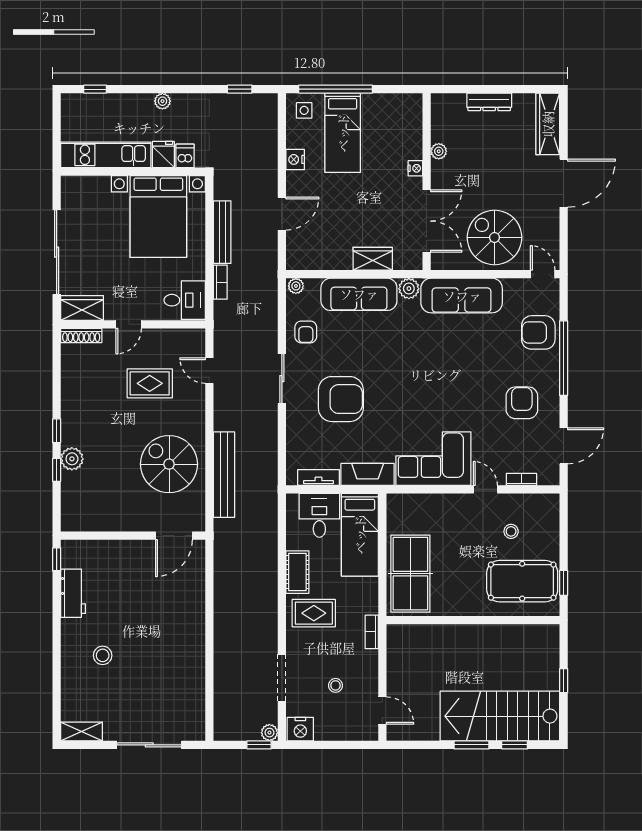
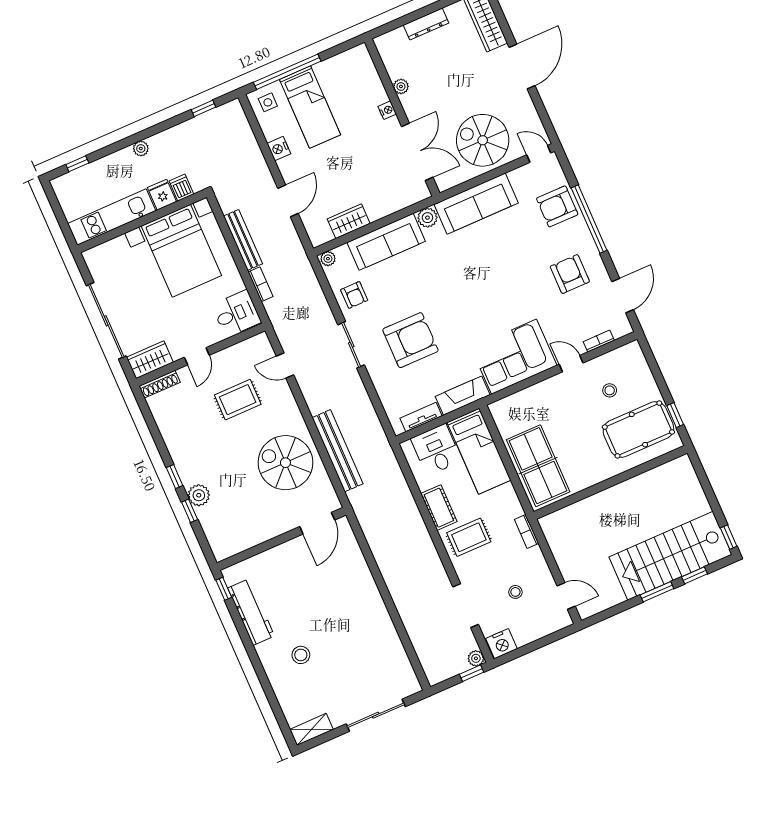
wardrobe: (373, 259) -> (349, 221), moved
workbench: (73, 593) -> (251, 612), width x1.38
window: (564, 681) -> (729, 537), moved

